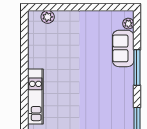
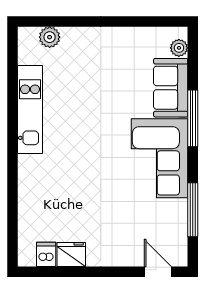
corner sofa: (116, 92) -> (160, 158), added
kitchen unit: (35, 97) -> (30, 110), moved

